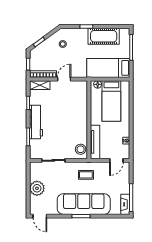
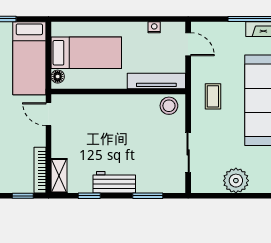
door: (64, 79) -> (48, 114), moved
workbench: (36, 122) -> (114, 182), width x0.73

